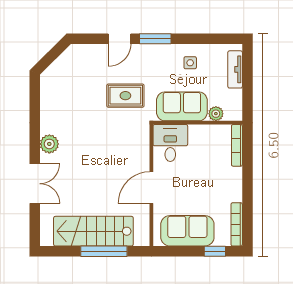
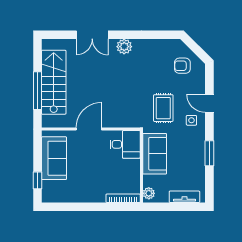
window: (155, 39) -> (209, 153), moved
side table: (190, 63) -> (191, 120), moved
armchair: (73, 72) -> (182, 66), added
plant: (216, 114) -> (149, 193), moved
door: (151, 188) -> (89, 129), hinge flipped
bookcase: (237, 224) -> (59, 198), removed

